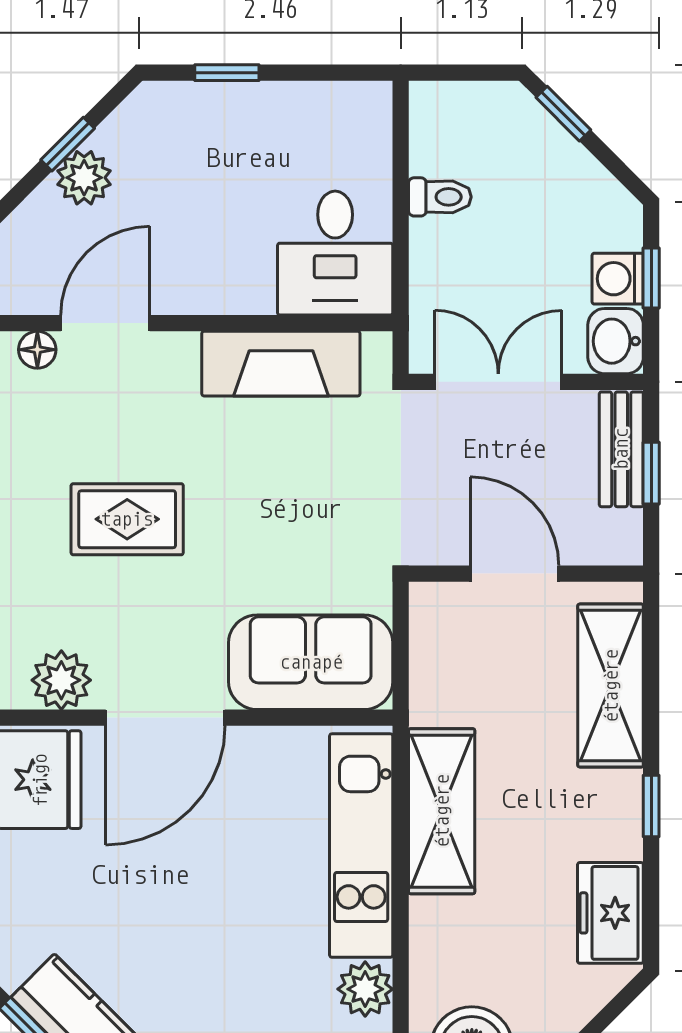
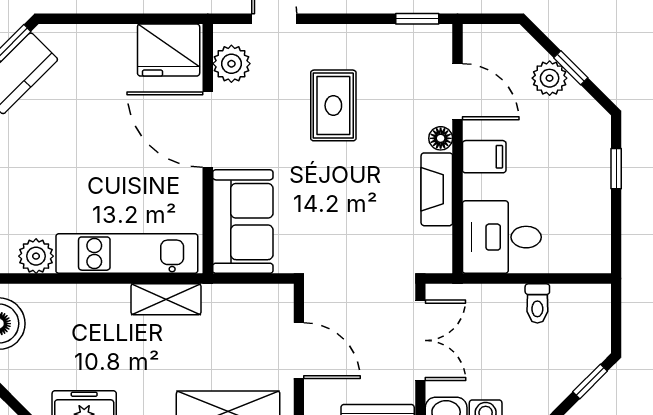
filing cabinet: (208, 281) -> (484, 157), added
floor lamp: (37, 350) -> (441, 138), moved
fireplace: (281, 364) -> (437, 189), width x0.73, depth x0.76
door: (515, 574) -> (299, 351), hinge flipped
shelving: (442, 811) -> (166, 299), width x0.67, depth x0.75

